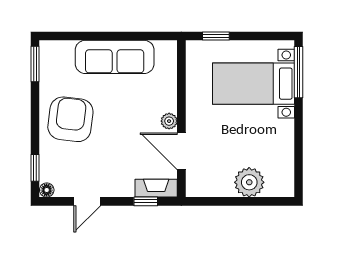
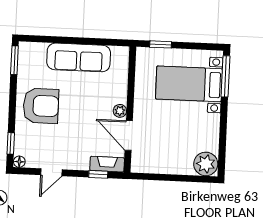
armchair: (70, 119) -> (41, 106), turned 83
plant: (249, 182) -> (206, 164), moved

